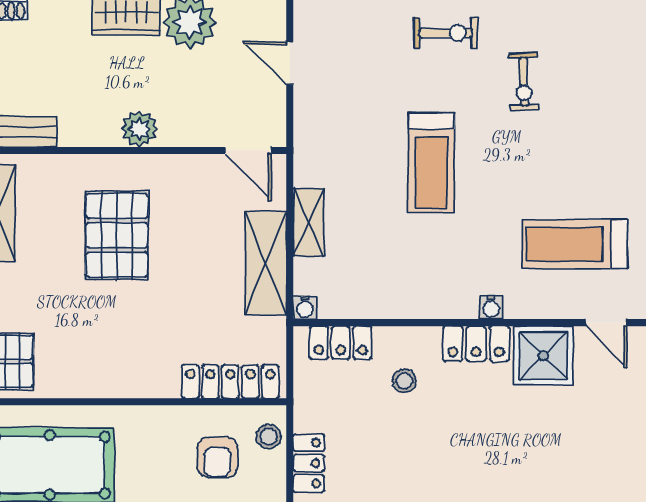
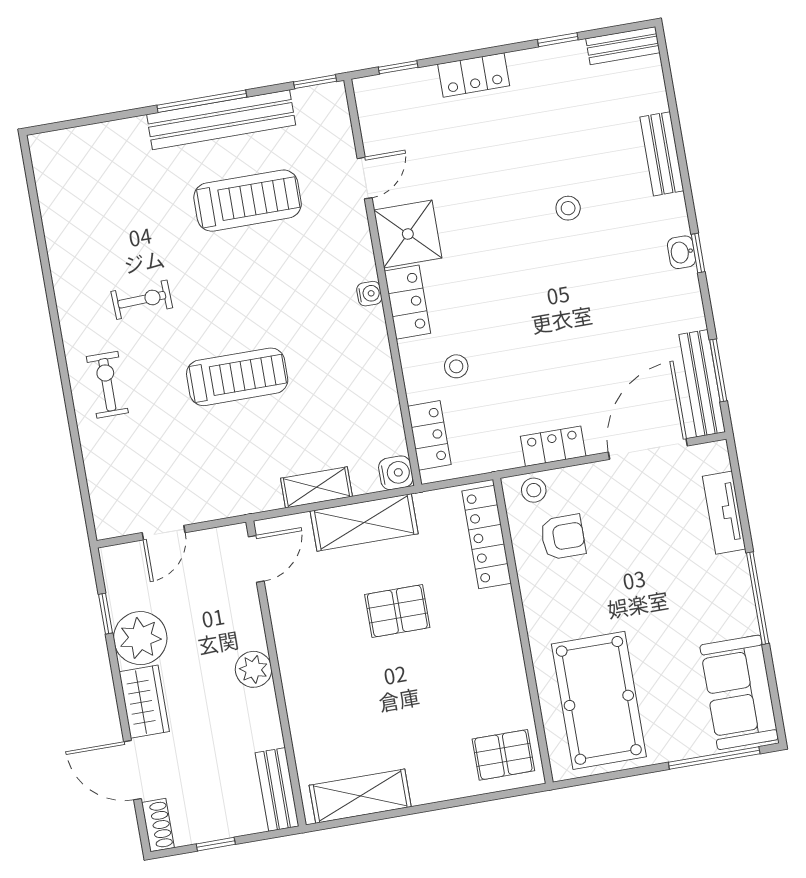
pallet: (117, 235) -> (397, 611), moved, width x0.67, depth x0.71
treadmill: (575, 244) -> (248, 201), moved, turned -90
water cooler: (305, 307) -> (396, 473), width x1.38, depth x1.38

